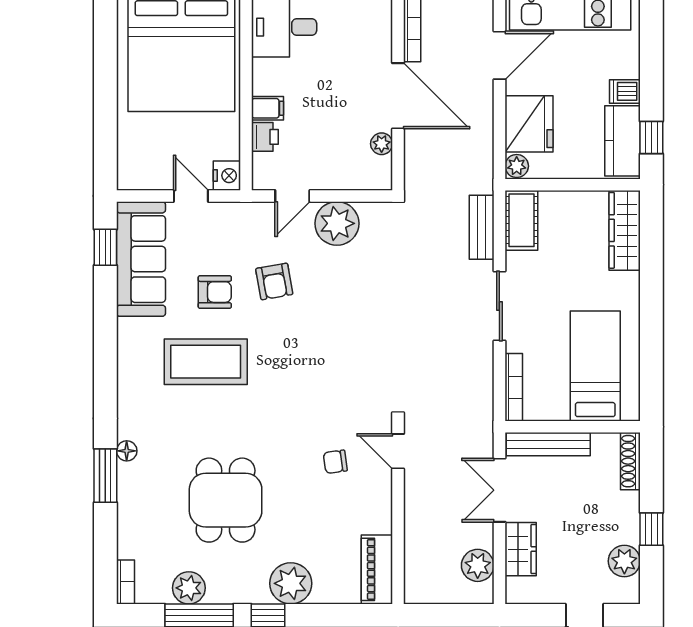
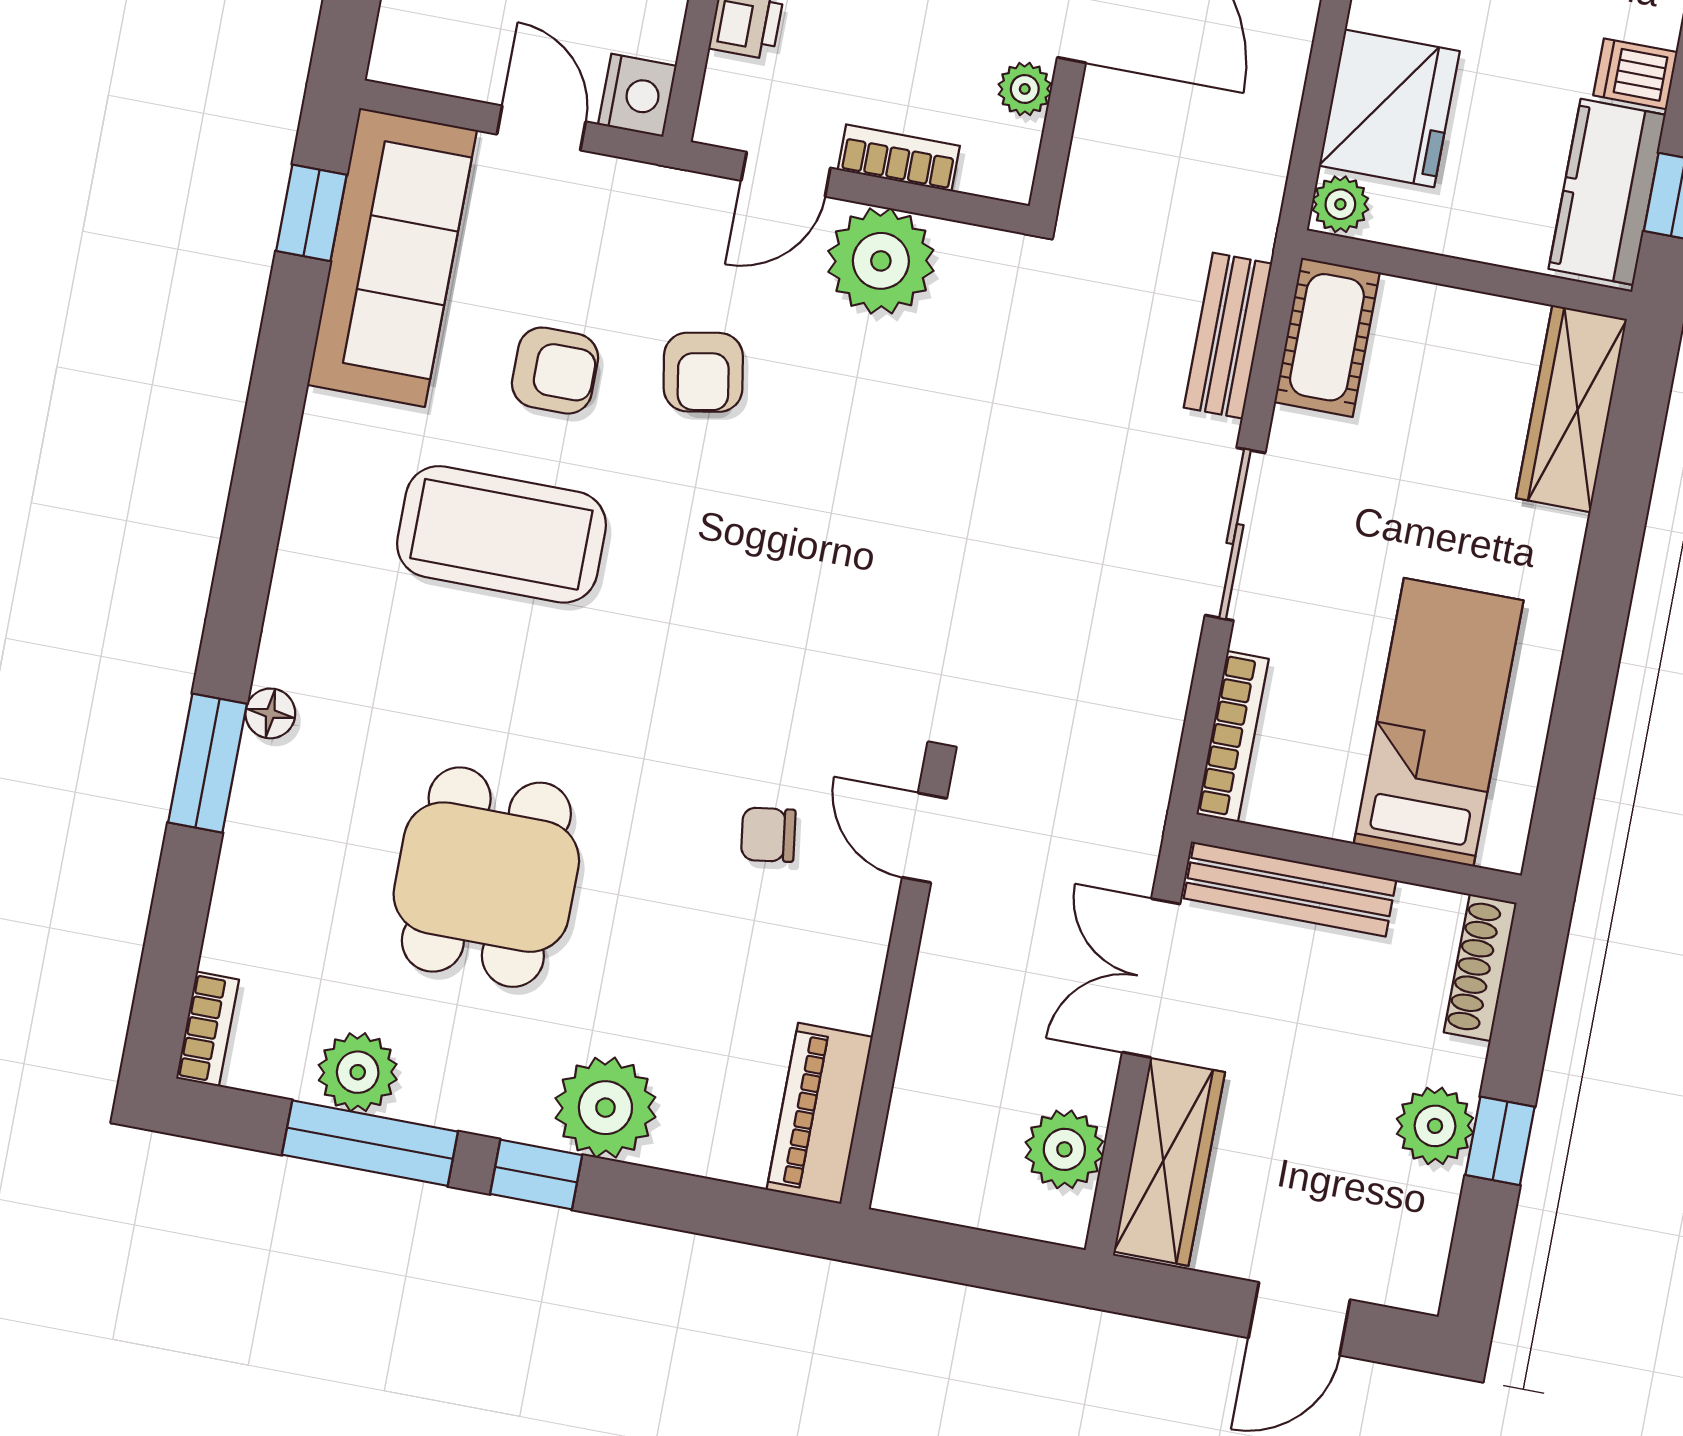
bookcase: (336, 181) -> (899, 158), added
wardrobe: (521, 549) -> (1169, 1162), width x1.50
plant: (624, 561) -> (1435, 1126), moved

